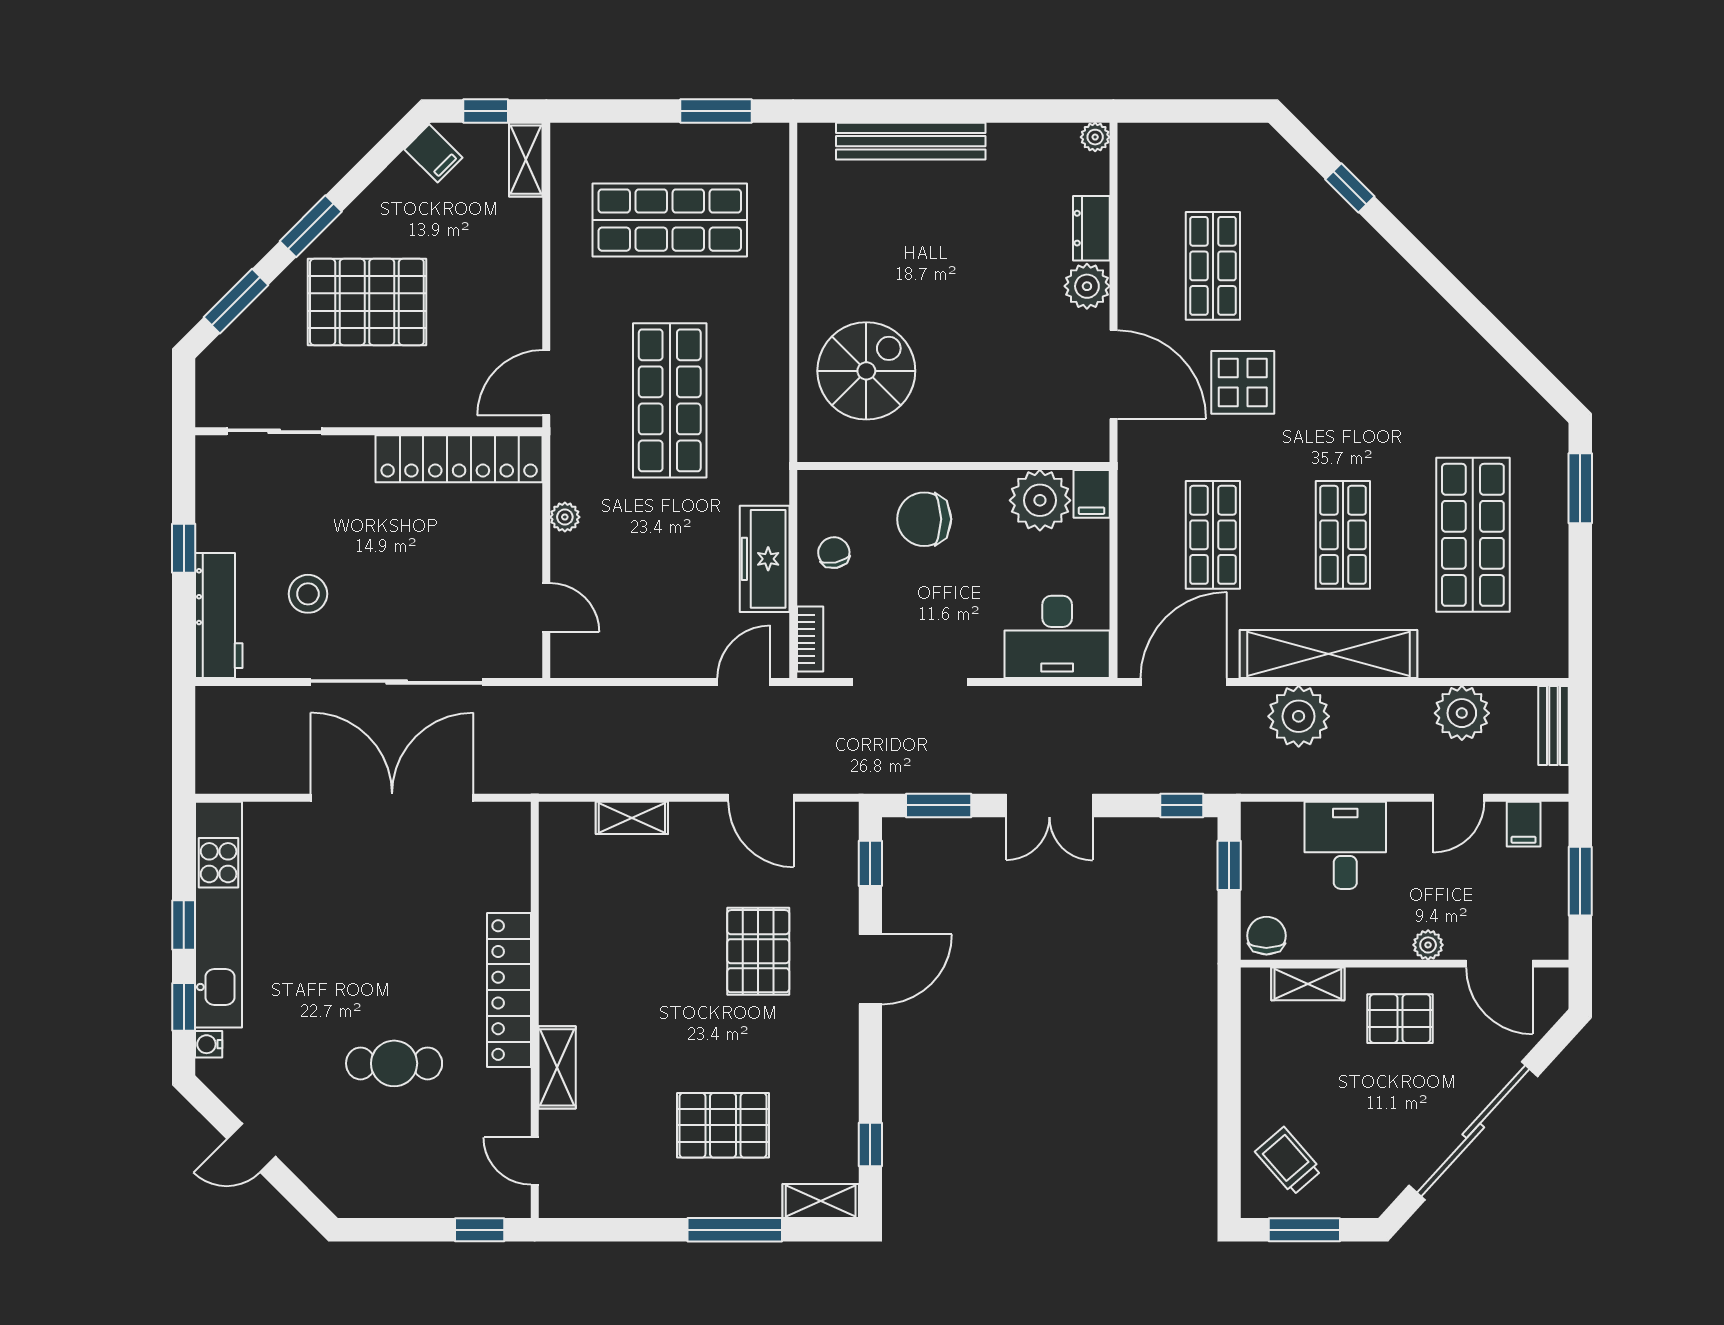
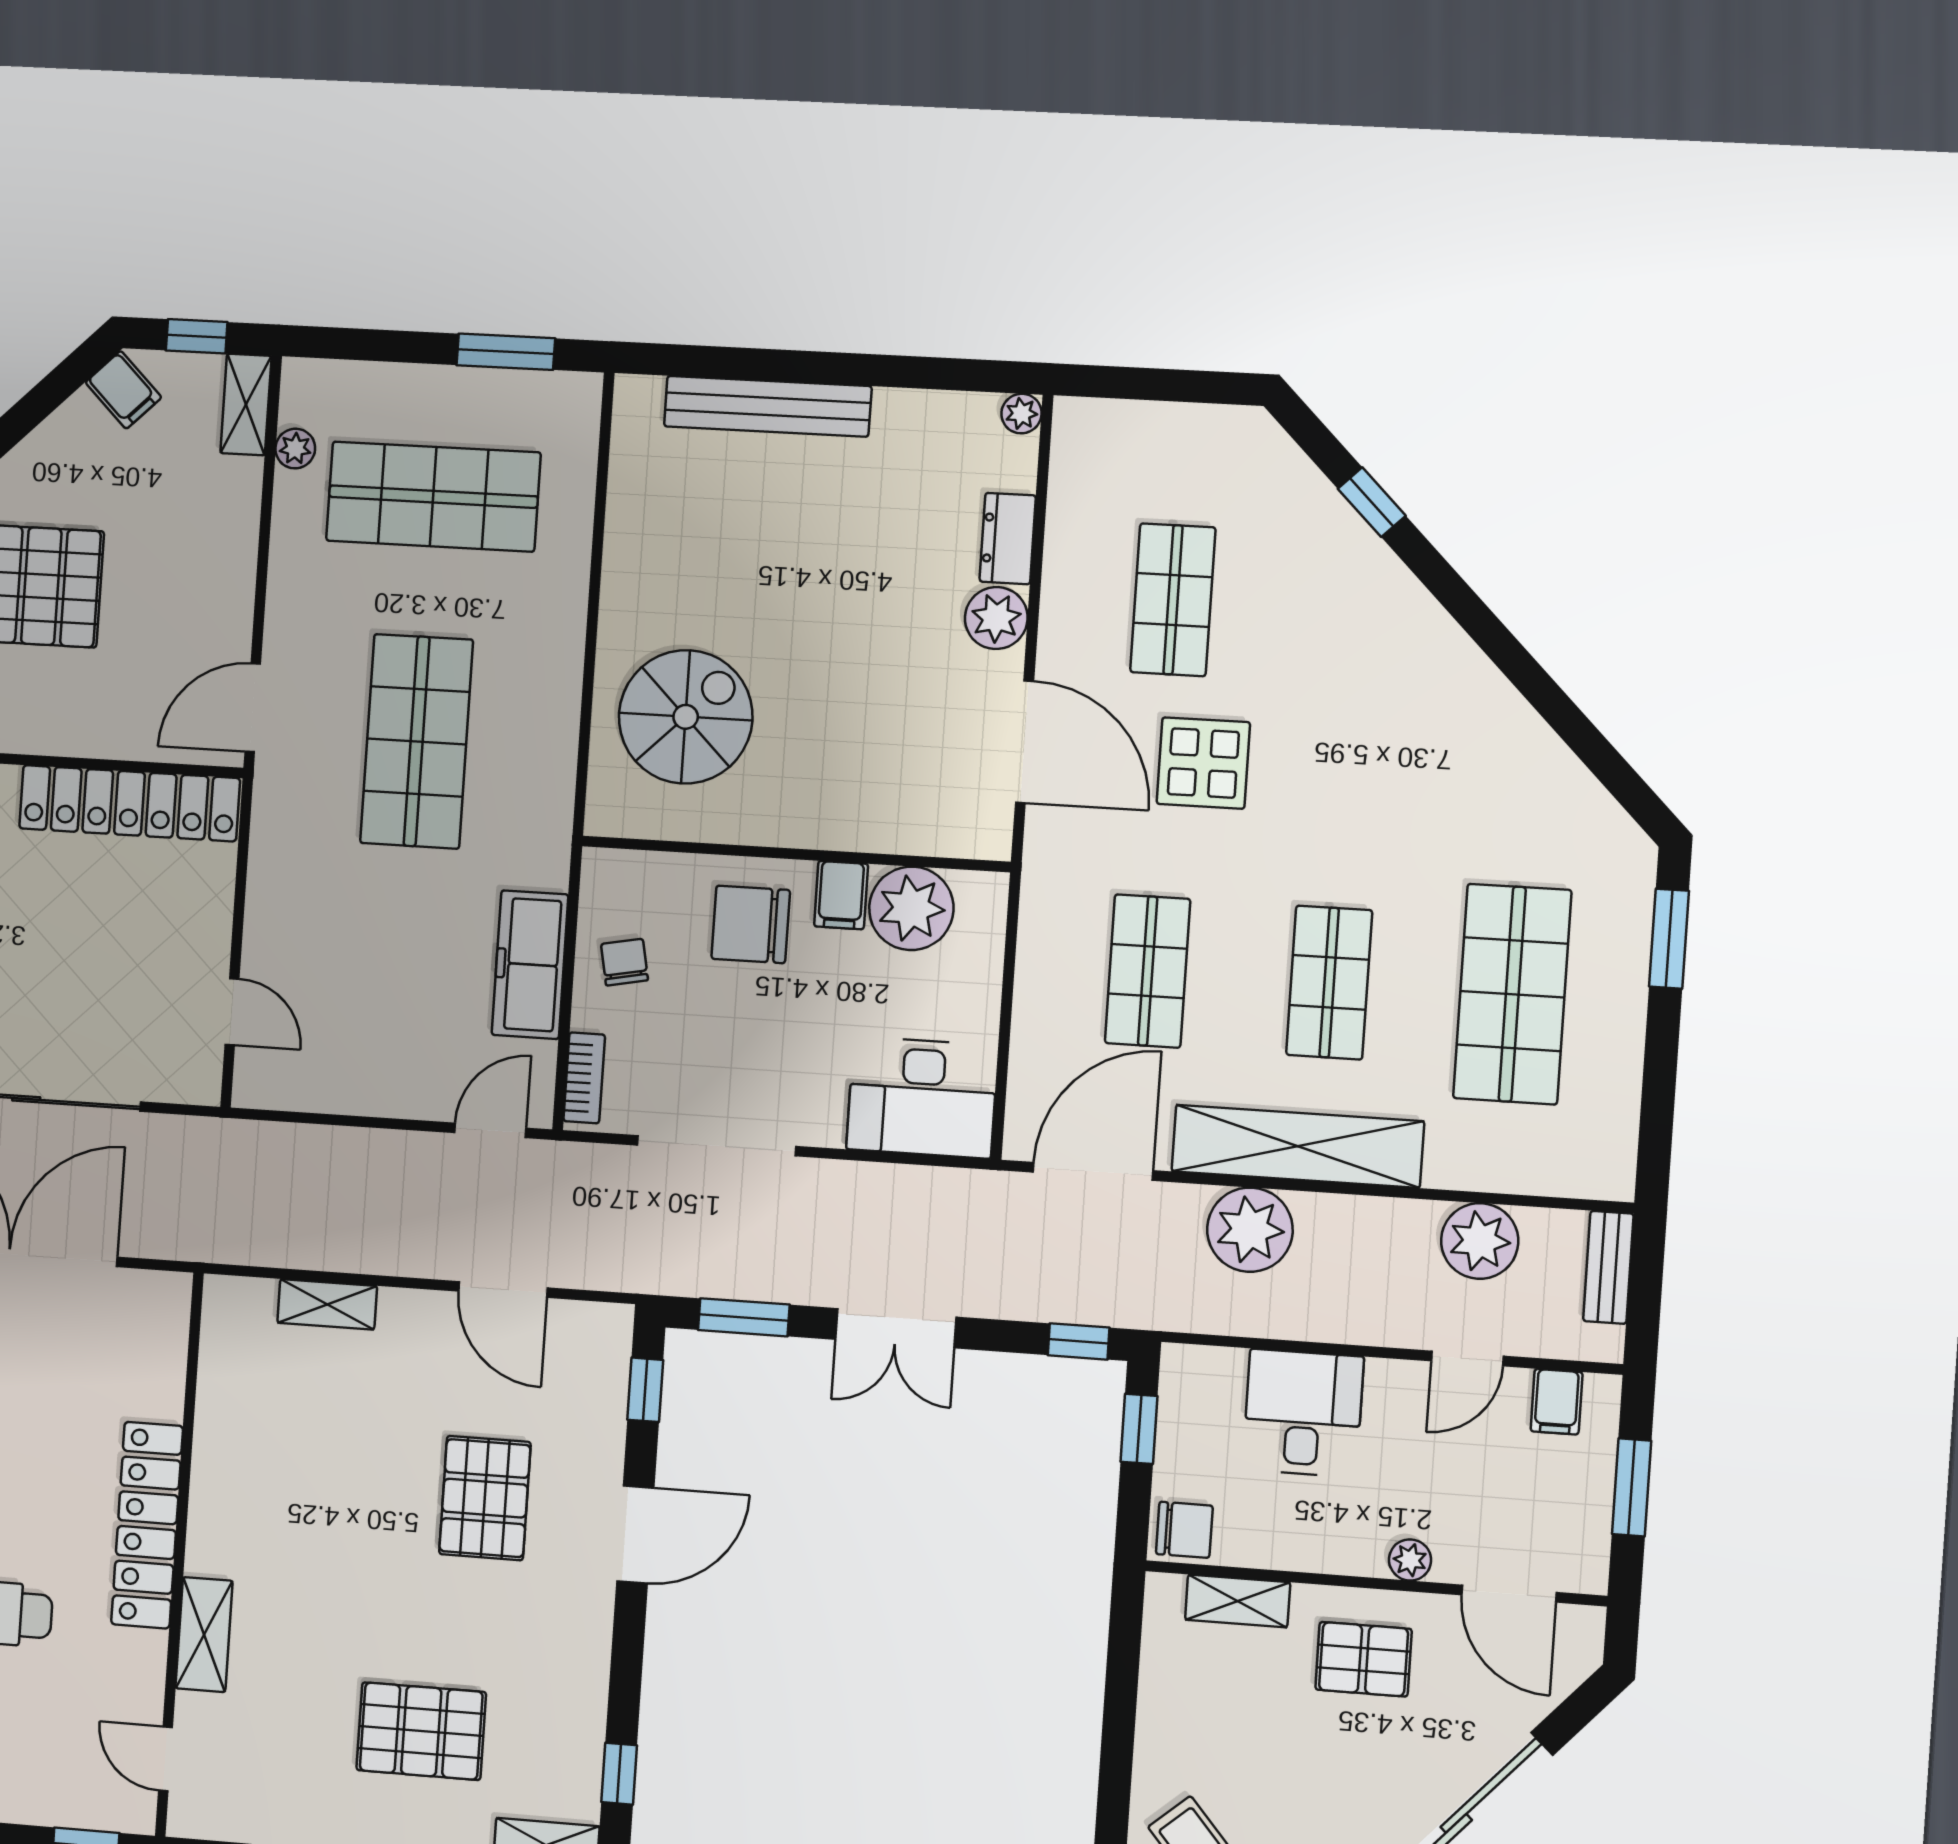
filing cabinet: (1092, 494) -> (841, 895), moved
plant: (565, 517) -> (295, 449), moved
chair: (1266, 936) -> (1184, 1530), turned 90

